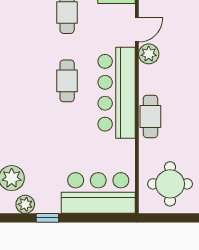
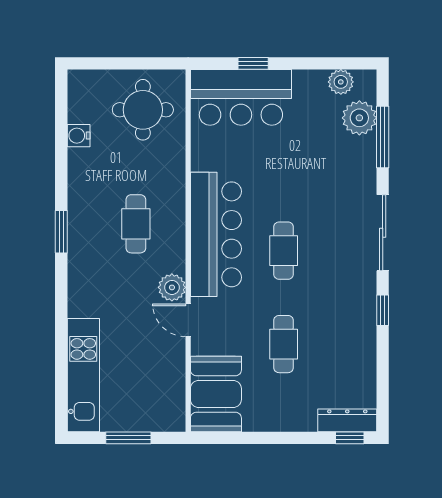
door: (137, 30) -> (188, 320), hinge flipped
cafe table: (150, 116) -> (136, 224), moved
window: (47, 218) -> (253, 63), moved

